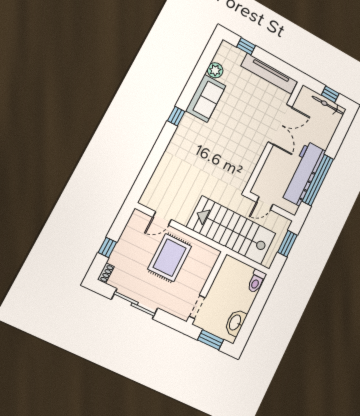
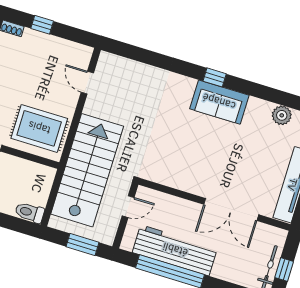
sofa: (206, 98) -> (219, 102), moved
door: (265, 203) -> (128, 207), swing flipped
rug: (170, 258) -> (39, 128), moved

